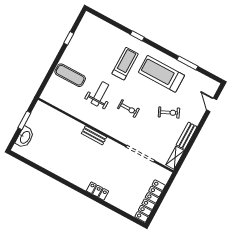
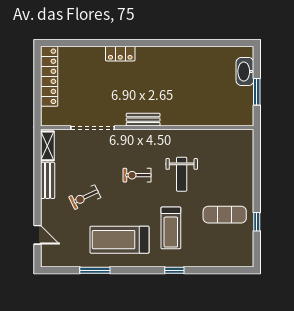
treadmill: (162, 74) -> (119, 240), turned 180
exercise mat: (70, 75) -> (225, 215), moved
bench: (94, 135) -> (143, 120), moved

